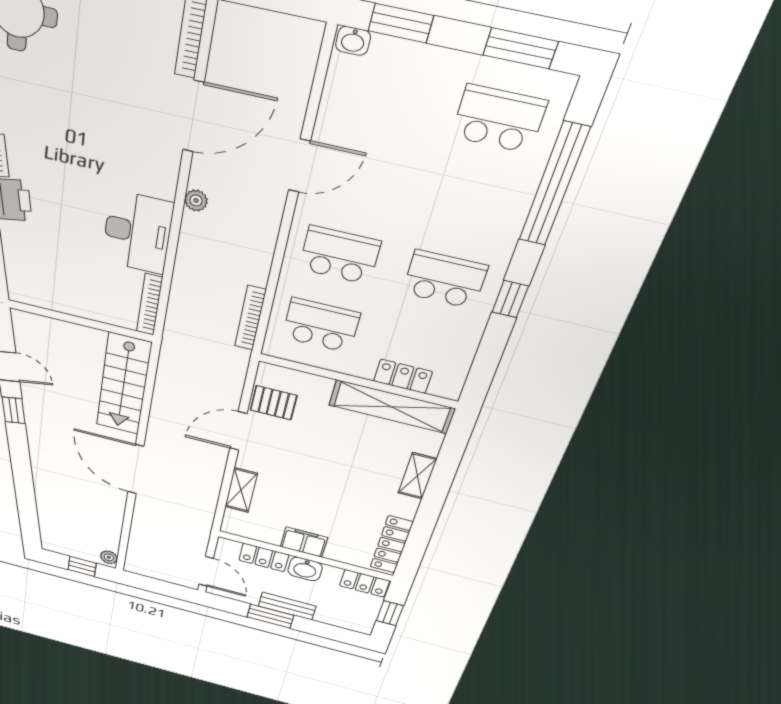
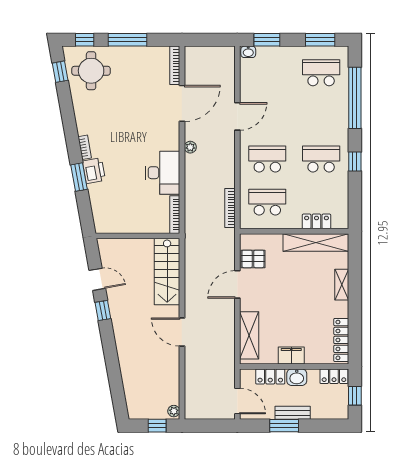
door: (136, 469) -> (182, 332), width x0.73
shelving: (241, 490) -> (249, 335), width x1.50, depth x1.33

